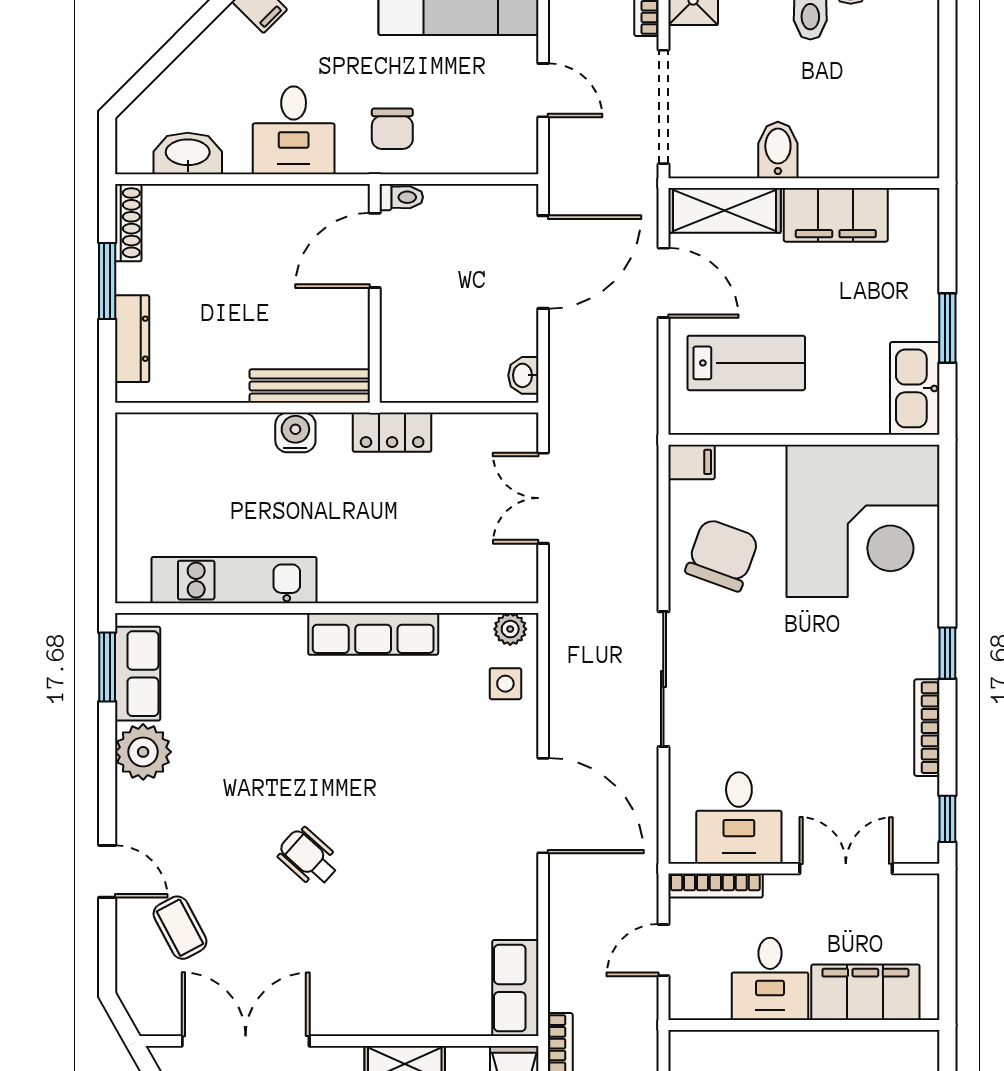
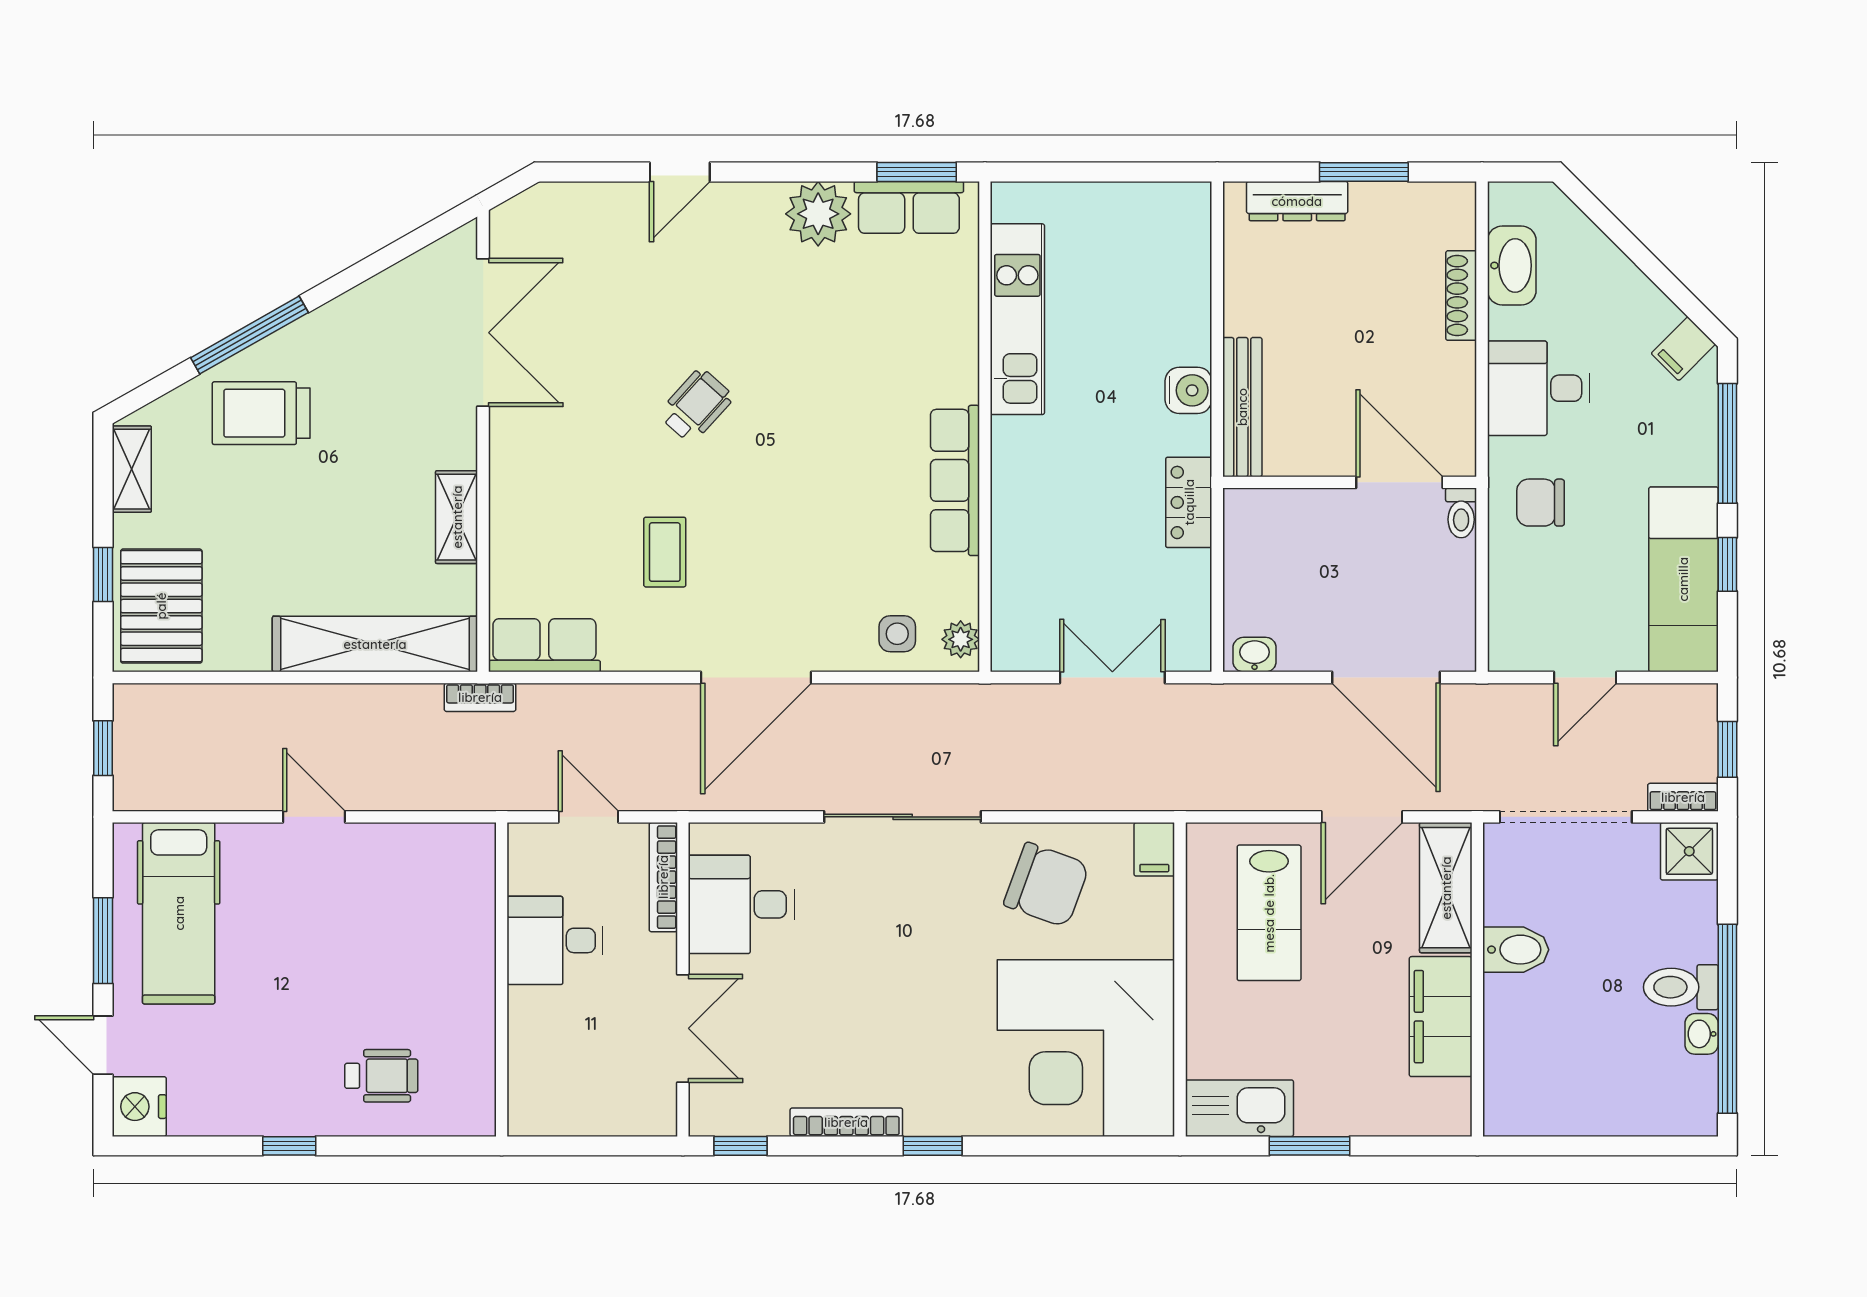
shoe rack: (128, 223) -> (1461, 296), moved, turned 90
coffee table: (180, 928) -> (665, 552), moved, turned -62
filing cabinet: (865, 992) -> (540, 1051), removed

